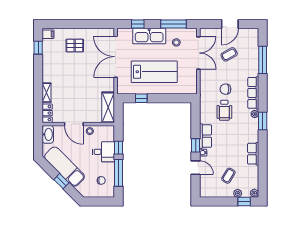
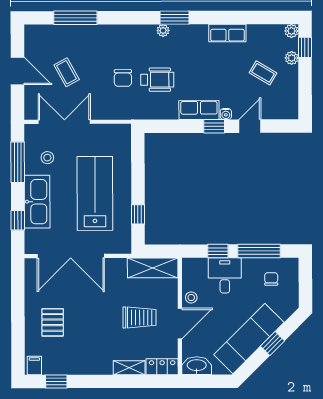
row of seats: (253, 93) -> (129, 33), removed
trolley: (78, 99) -> (139, 317), added

